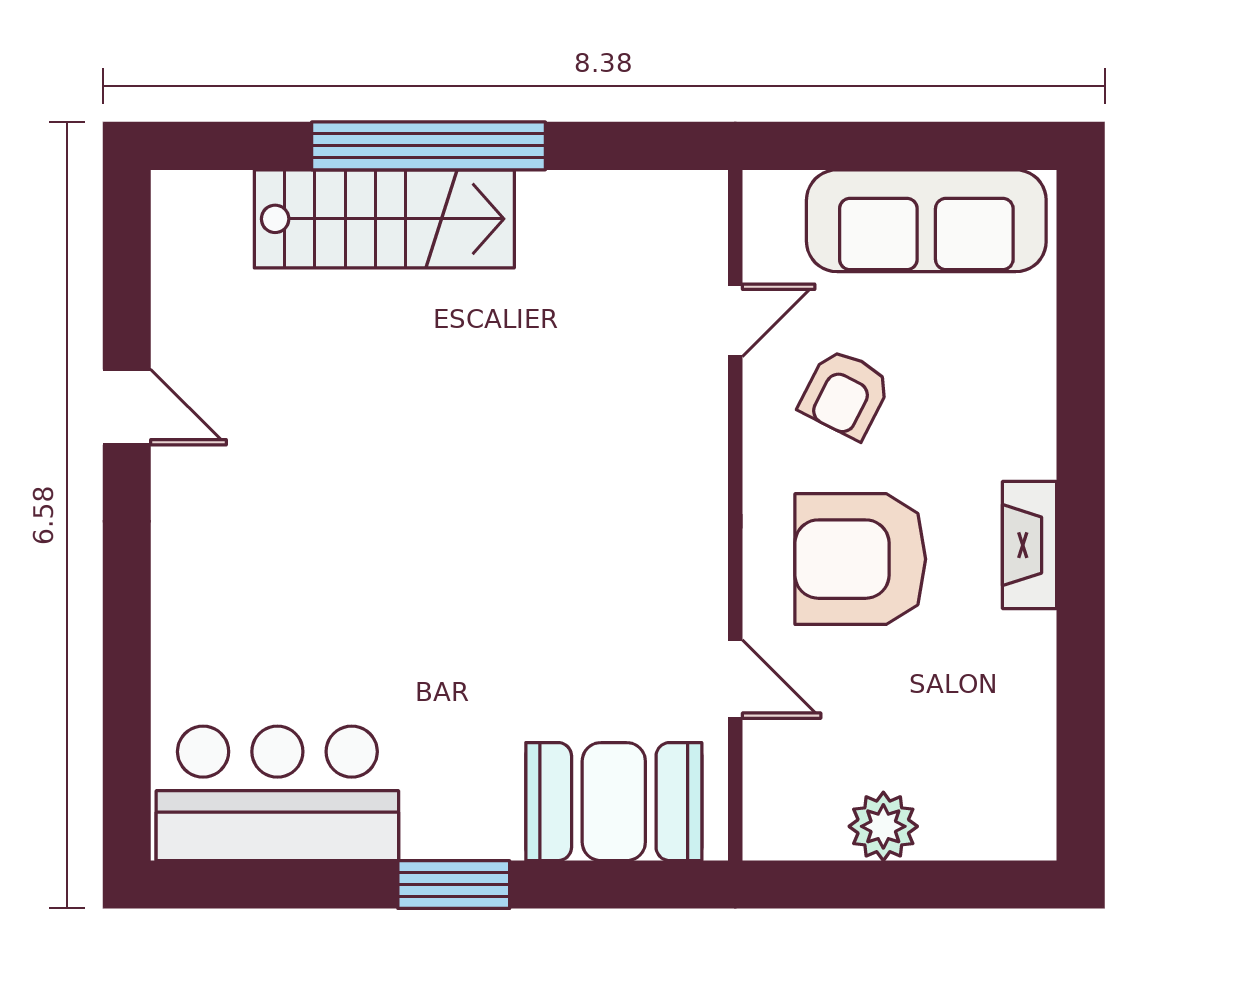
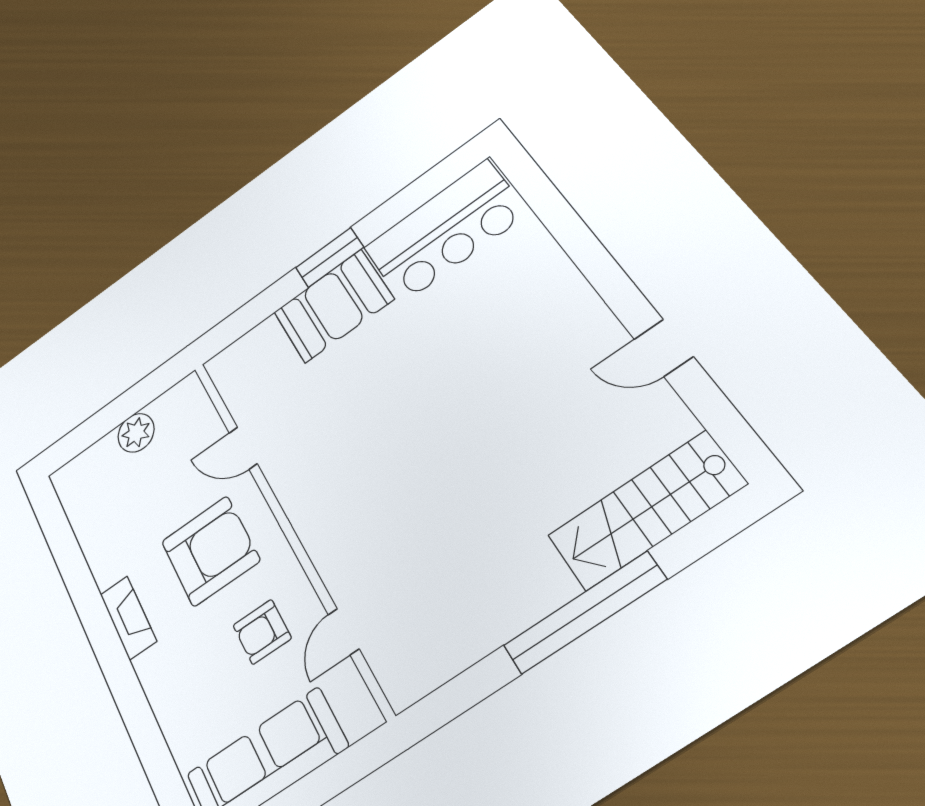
stairs: (384, 219) -> (646, 510), moved
armchair: (845, 394) -> (262, 632), turned -117
booth: (614, 802) -> (333, 306), moved

